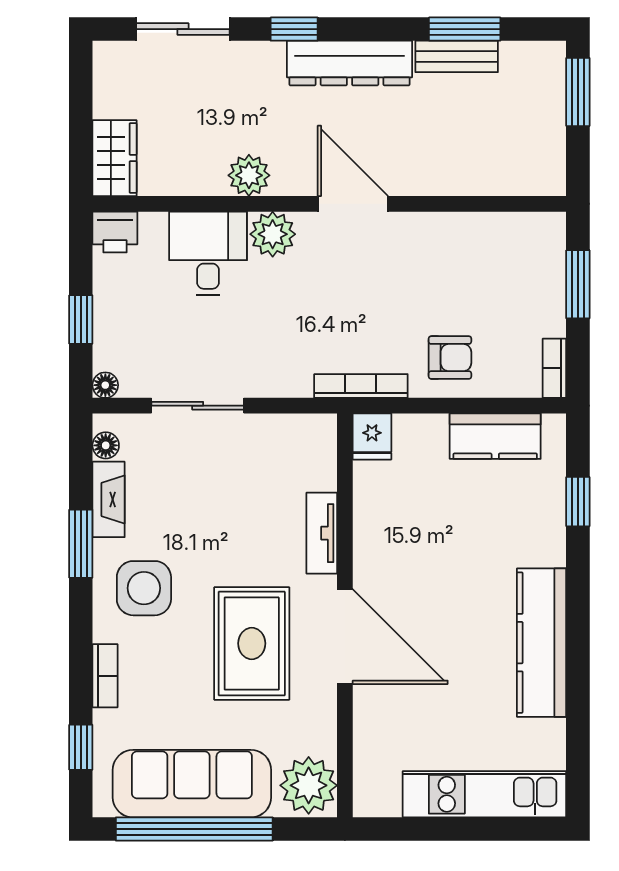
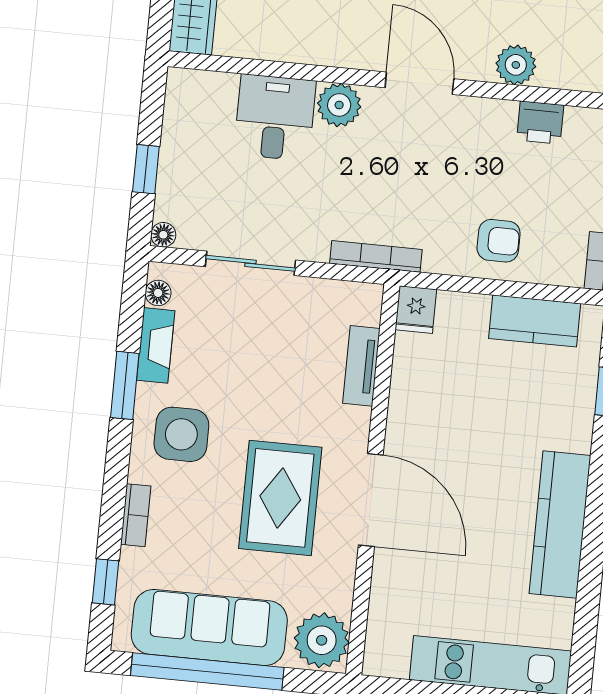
plant: (249, 175) -> (516, 65), moved
printer: (115, 232) -> (540, 123), moved
bookcase: (361, 386) -> (376, 256), moved
tv unit: (322, 533) -> (361, 366), moved

